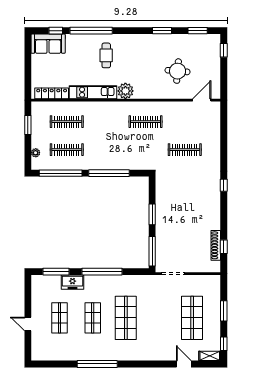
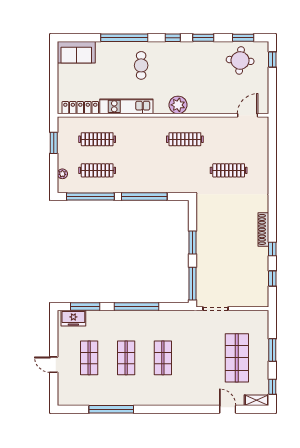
window: (56, 31) -> (173, 38), moved
round table: (178, 71) -> (240, 60), moved
plant: (125, 91) -> (178, 105), moved
window: (224, 185) -> (272, 249), moved
shoe rack: (216, 245) -> (263, 229), moved
freezer: (73, 282) -> (73, 318), moved
shop shelf: (126, 318) -> (163, 358), width x0.70, depth x0.74
window: (97, 364) -> (111, 409), moved

